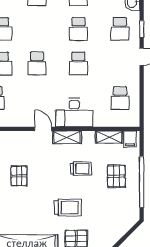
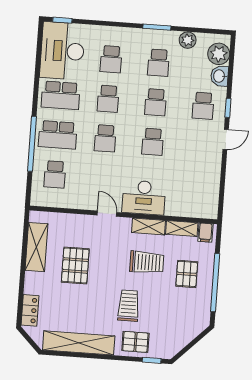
school desk: (120, 98) -> (108, 99), moved
shelving: (67, 137) -> (149, 226), moved
trolley: (81, 169) -> (147, 262), width x1.36, depth x1.39
pallet: (19, 176) -> (75, 265), width x1.50, depth x1.42
trolley: (68, 208) -> (129, 306), turned -90

